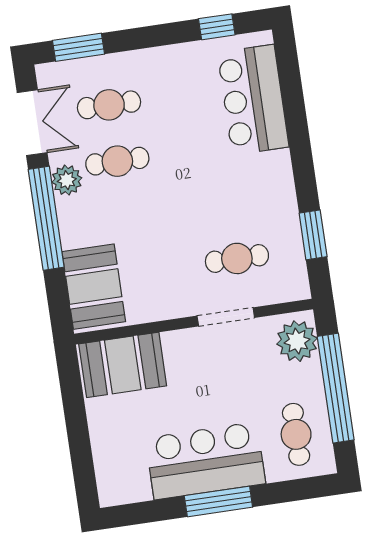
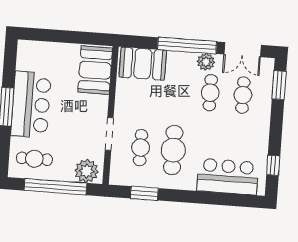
cafe table: (229, 202) -> (173, 150), added

